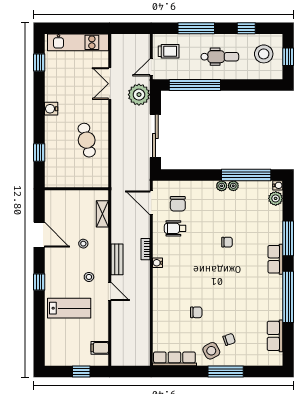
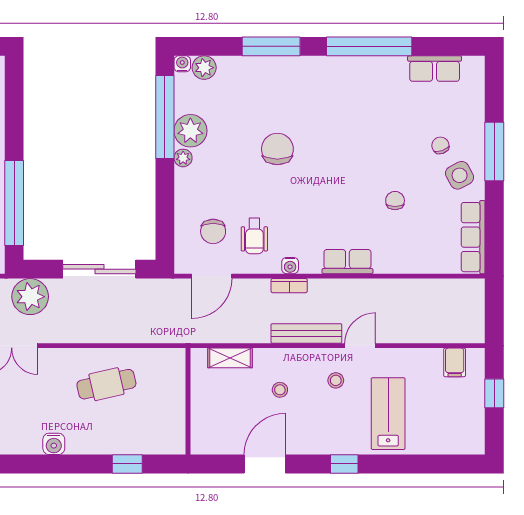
plant: (233, 186) -> (190, 131), width x1.88, depth x1.88
chair: (178, 204) -> (213, 231), turned 90
chair: (227, 242) -> (277, 149), width x1.87, depth x1.87
bench: (117, 259) -> (306, 333), width x1.36
row of seats: (275, 259) -> (347, 262), moved, turned 180
water cooler: (157, 263) -> (290, 266), moved

